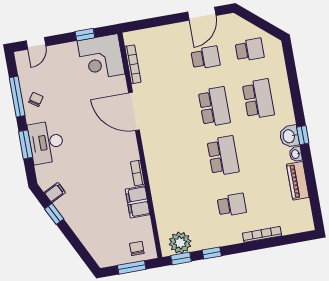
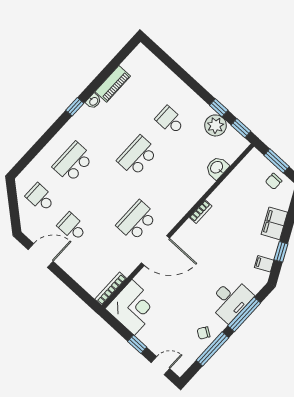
window: (85, 35) -> (137, 344), moved
bookcase: (133, 64) -> (111, 289), moved
school desk: (214, 107) -> (137, 221), moved
door: (134, 111) -> (155, 250), hinge flipped
washbasin: (289, 136) -> (217, 168), moved, turned 180
window: (26, 144) -> (244, 314), width x1.44
filing cabinet: (138, 202) -> (274, 223), moved, turned 153
bookcase: (262, 234) -> (175, 80), removed
plant: (180, 243) -> (215, 125), moved
chair: (137, 248) -> (274, 181), moved

